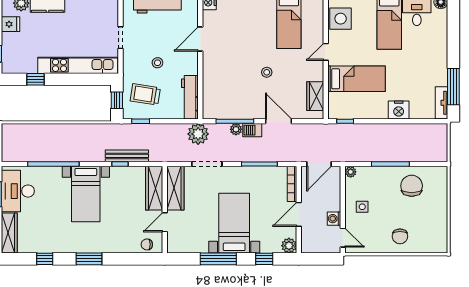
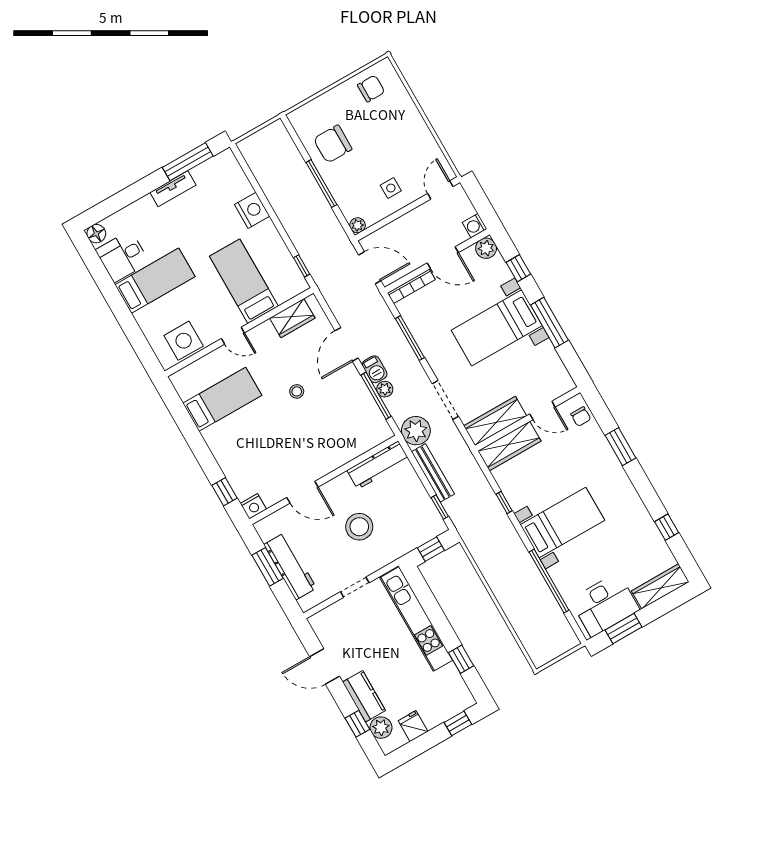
stool: (157, 63) -> (359, 527), width x1.89, depth x1.89
trolley: (145, 94) -> (405, 520), removed
tv unit: (441, 103) -> (173, 189), moved
bench: (127, 156) -> (433, 473), moved
washing machine: (334, 219) -> (475, 226), moved, turned 90
chair: (400, 236) -> (371, 89), moved
window: (89, 259) -> (621, 447), moved

